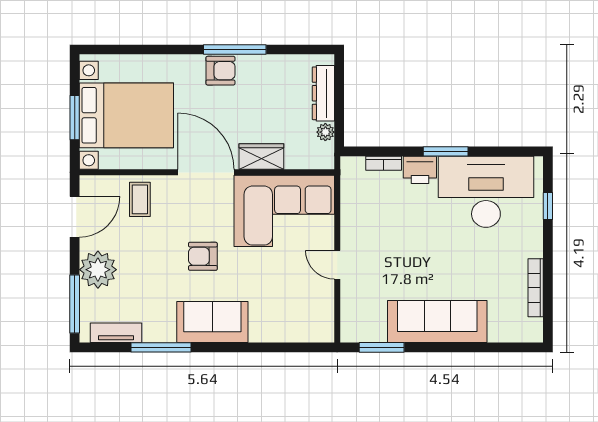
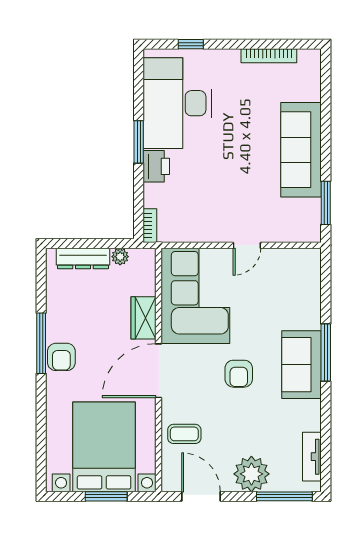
armchair: (220, 71) -> (61, 357), turned 180
bookcase: (384, 163) -> (150, 226), moved
window: (161, 347) -> (326, 352), moved

